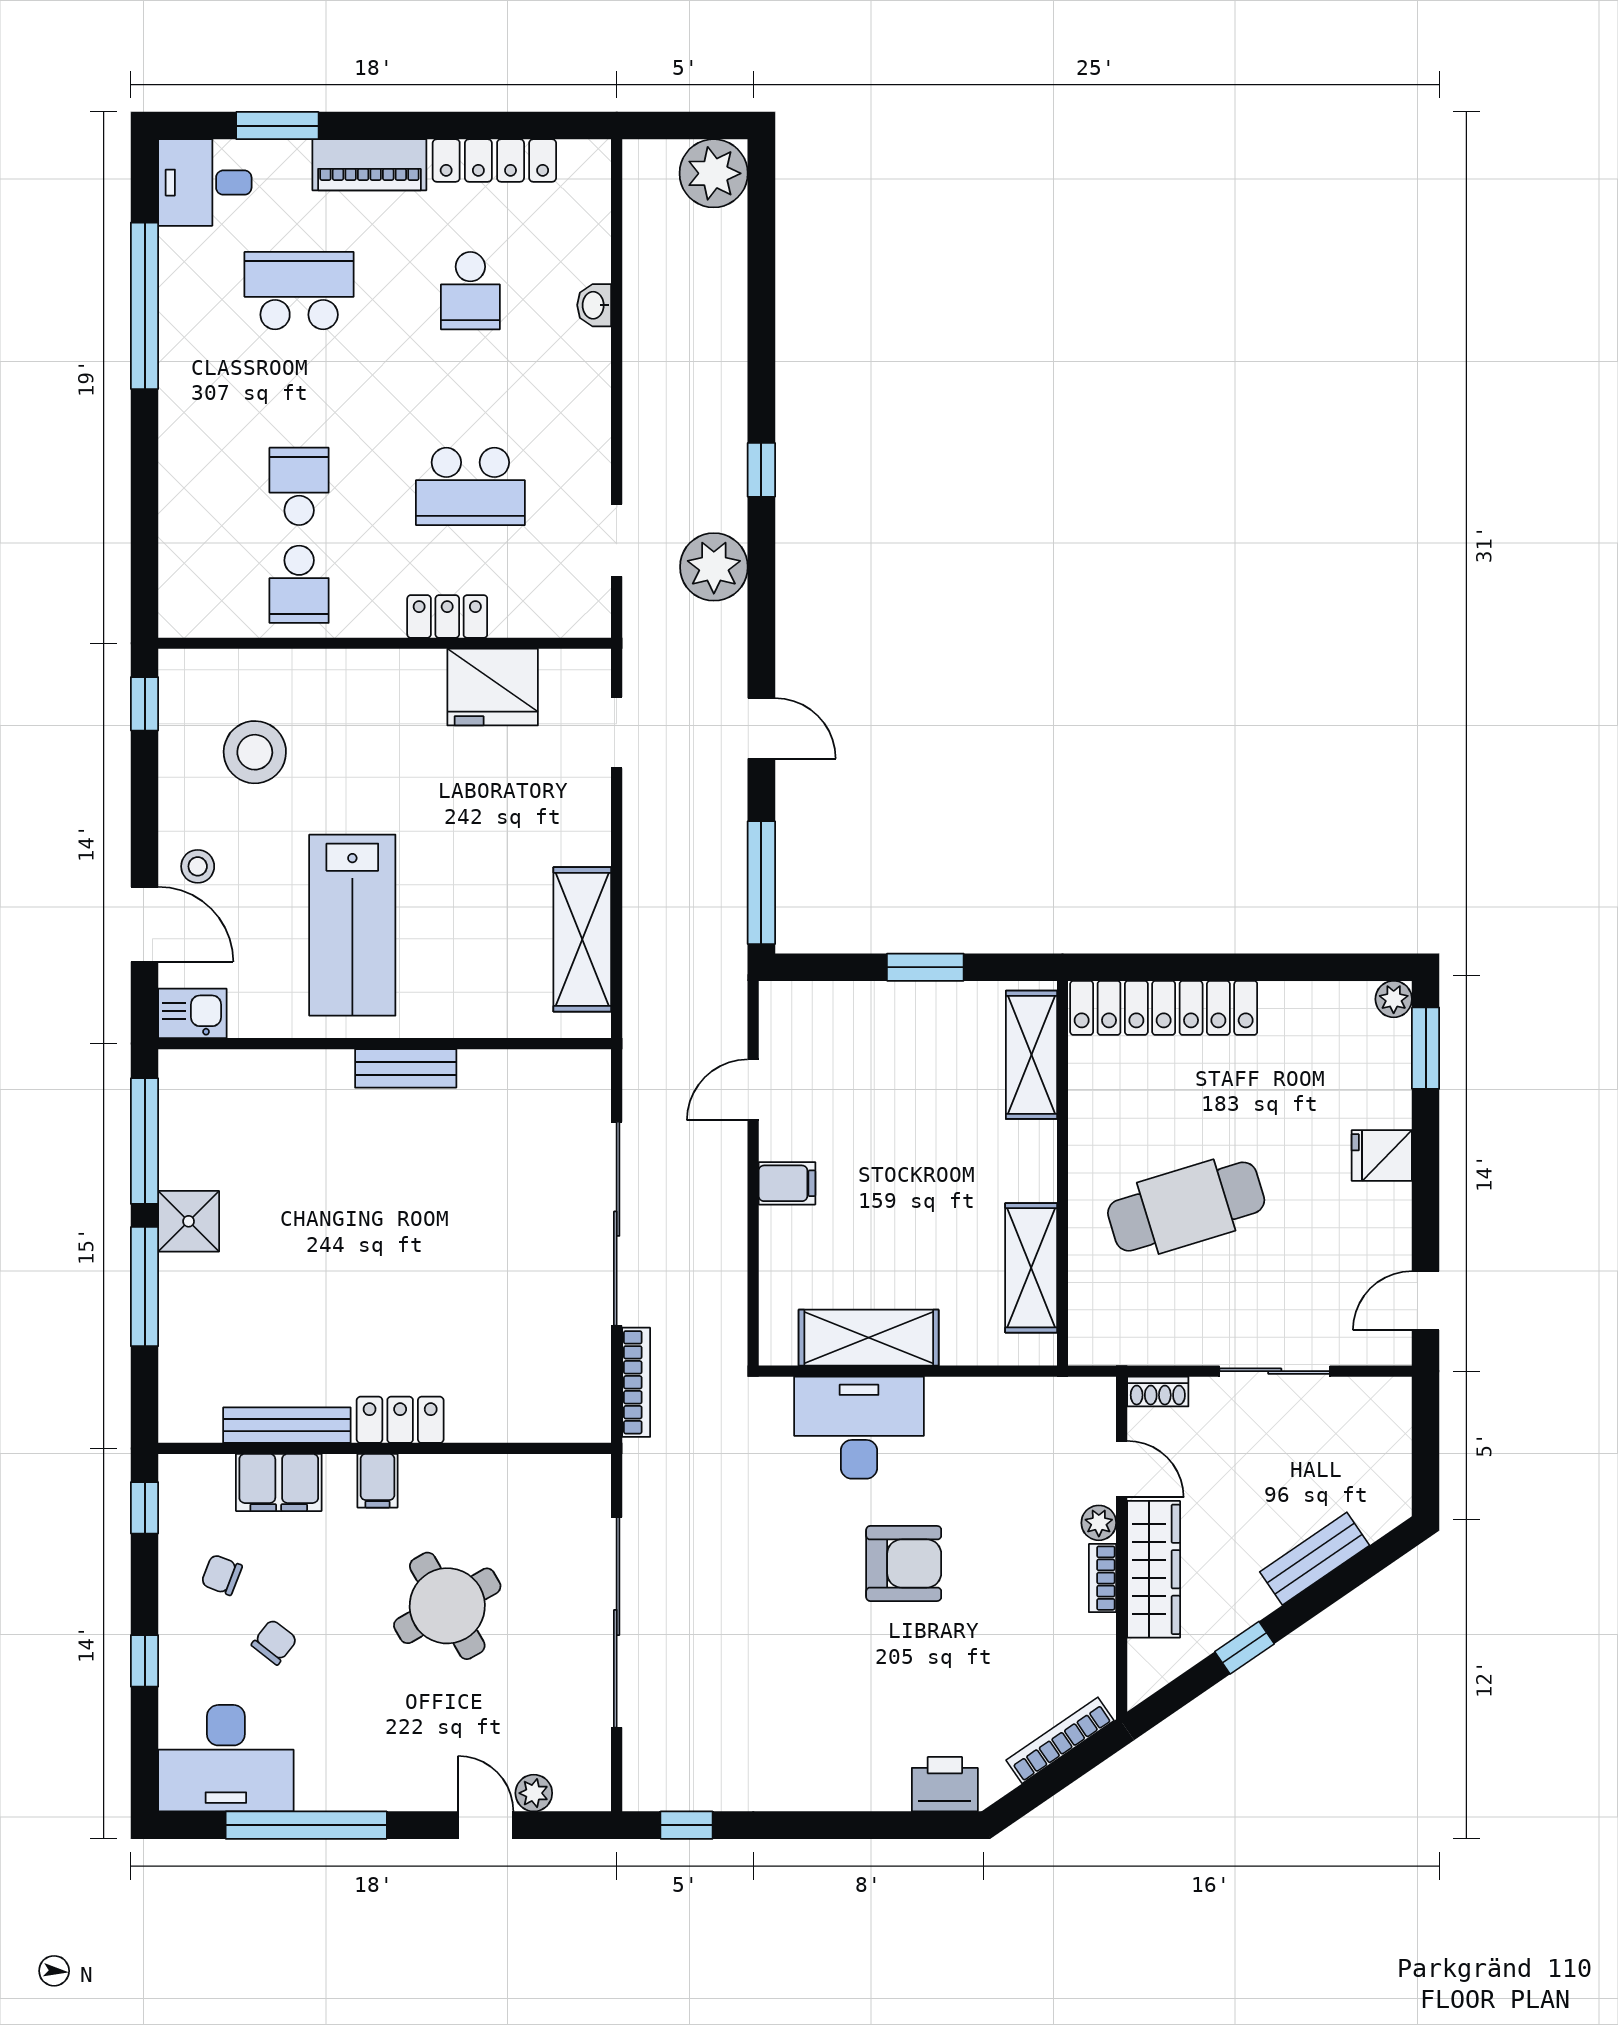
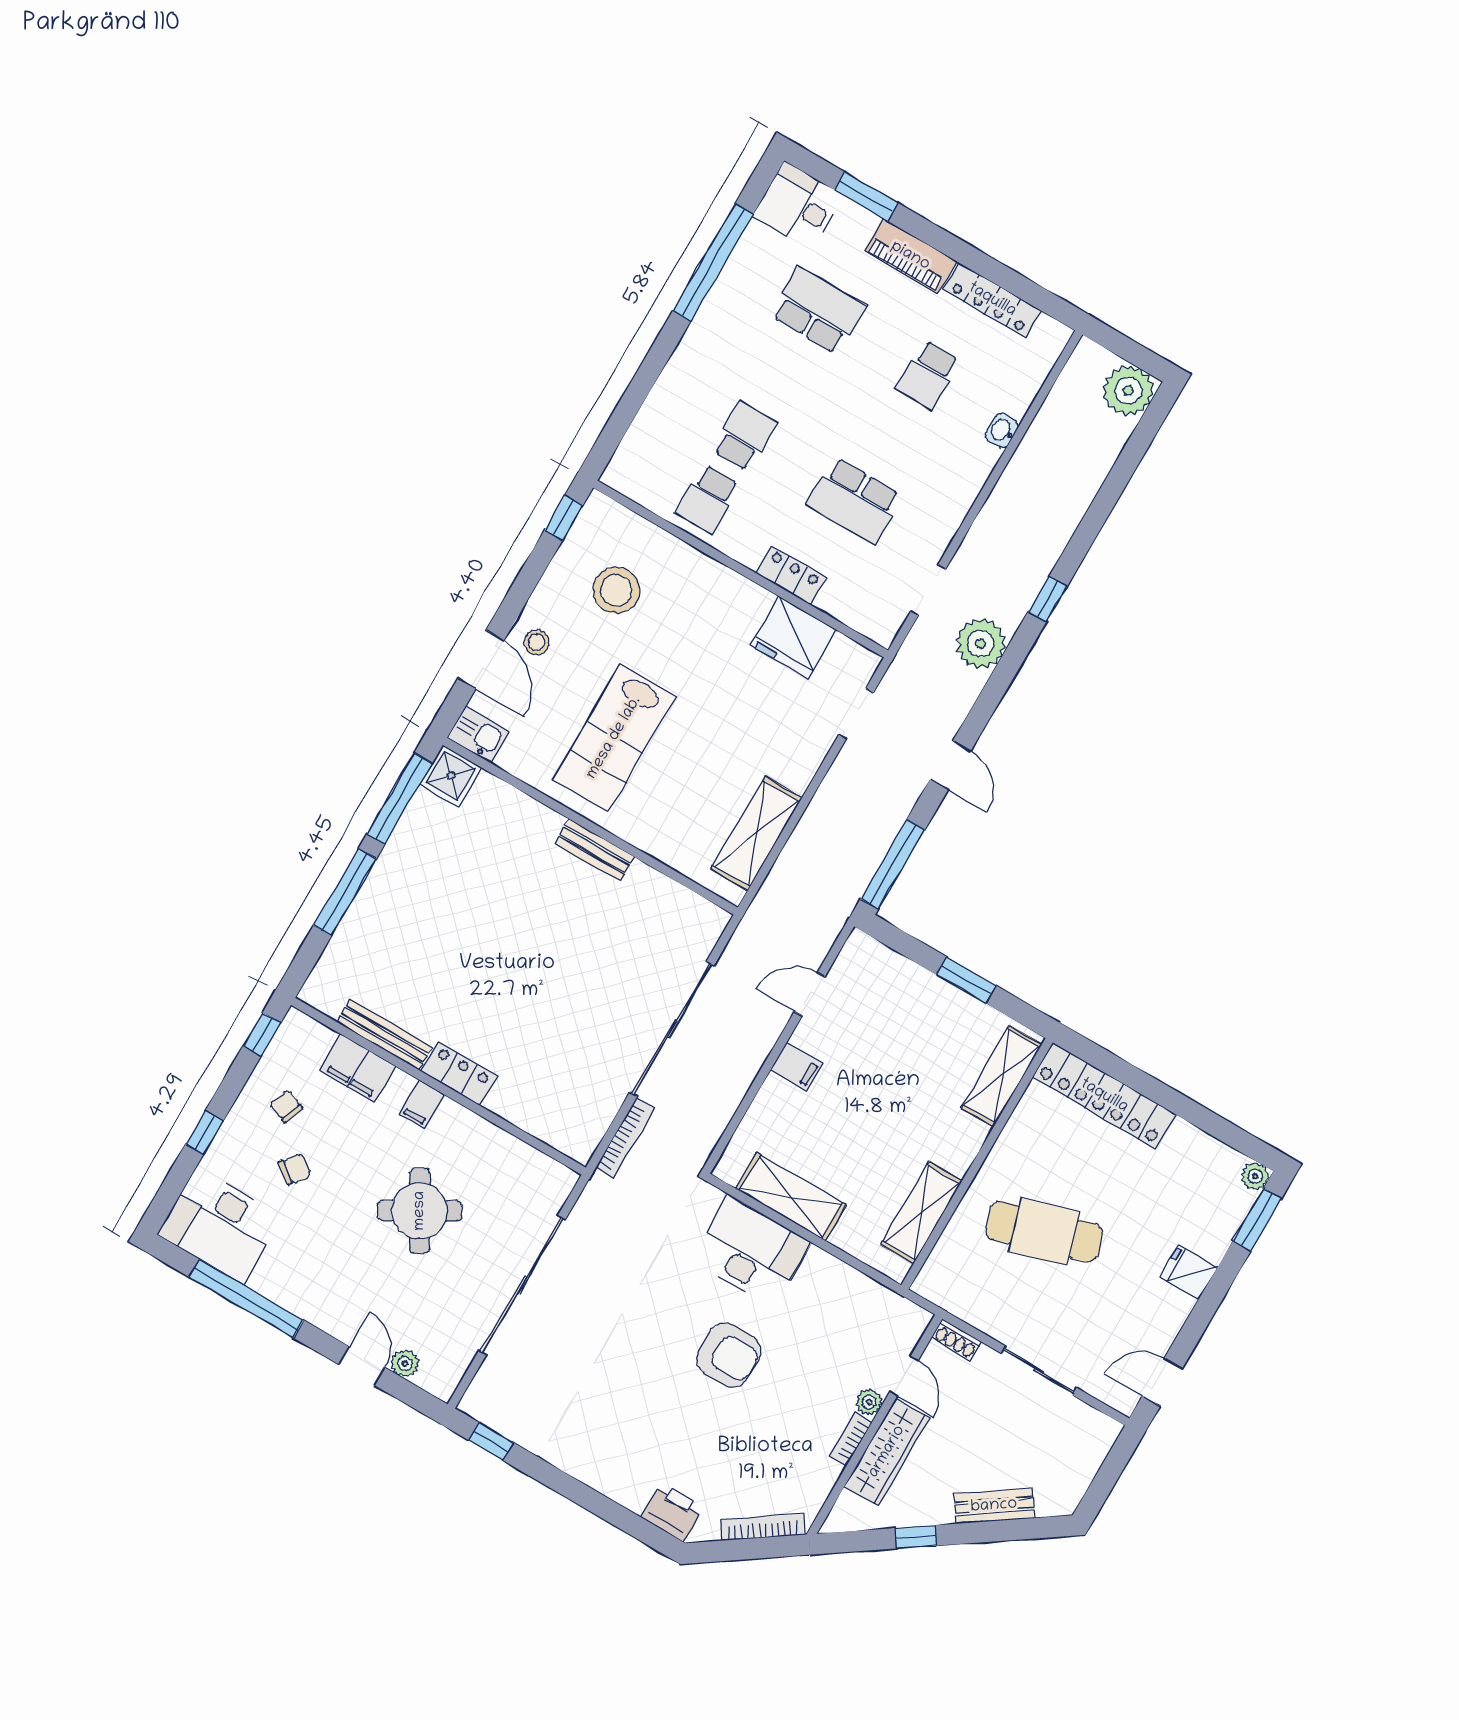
shower: (189, 1221) -> (451, 776), moved

